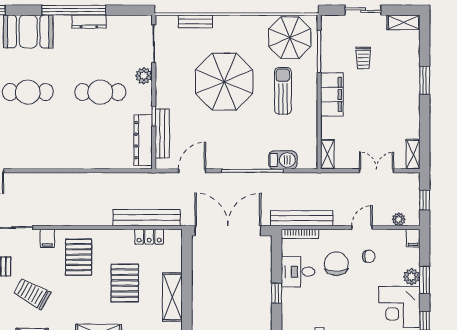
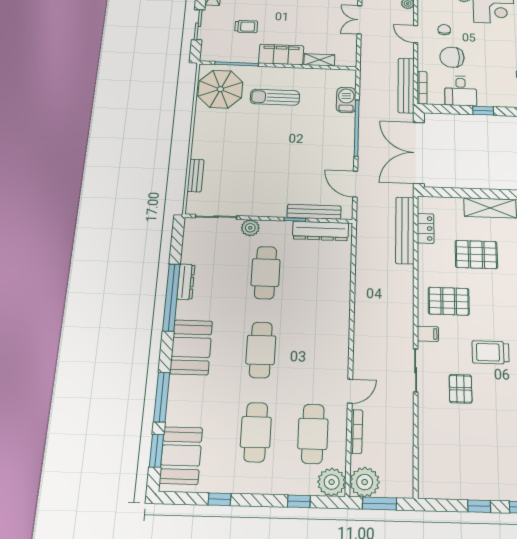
parasol: (224, 82) -> (262, 151), removed
shelving: (327, 154) -> (319, 60), moved
trolley: (32, 293) -> (490, 352), turned 61

